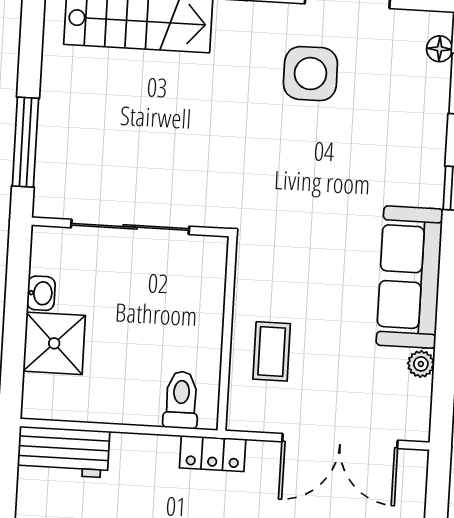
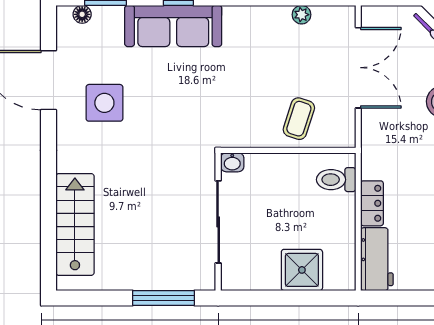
sofa: (410, 277) -> (173, 26), moved
washbasin: (41, 293) -> (232, 162), moved, turned 180
coffee table: (272, 351) -> (299, 119), turned -72
locker: (213, 454) -> (372, 203), moved

